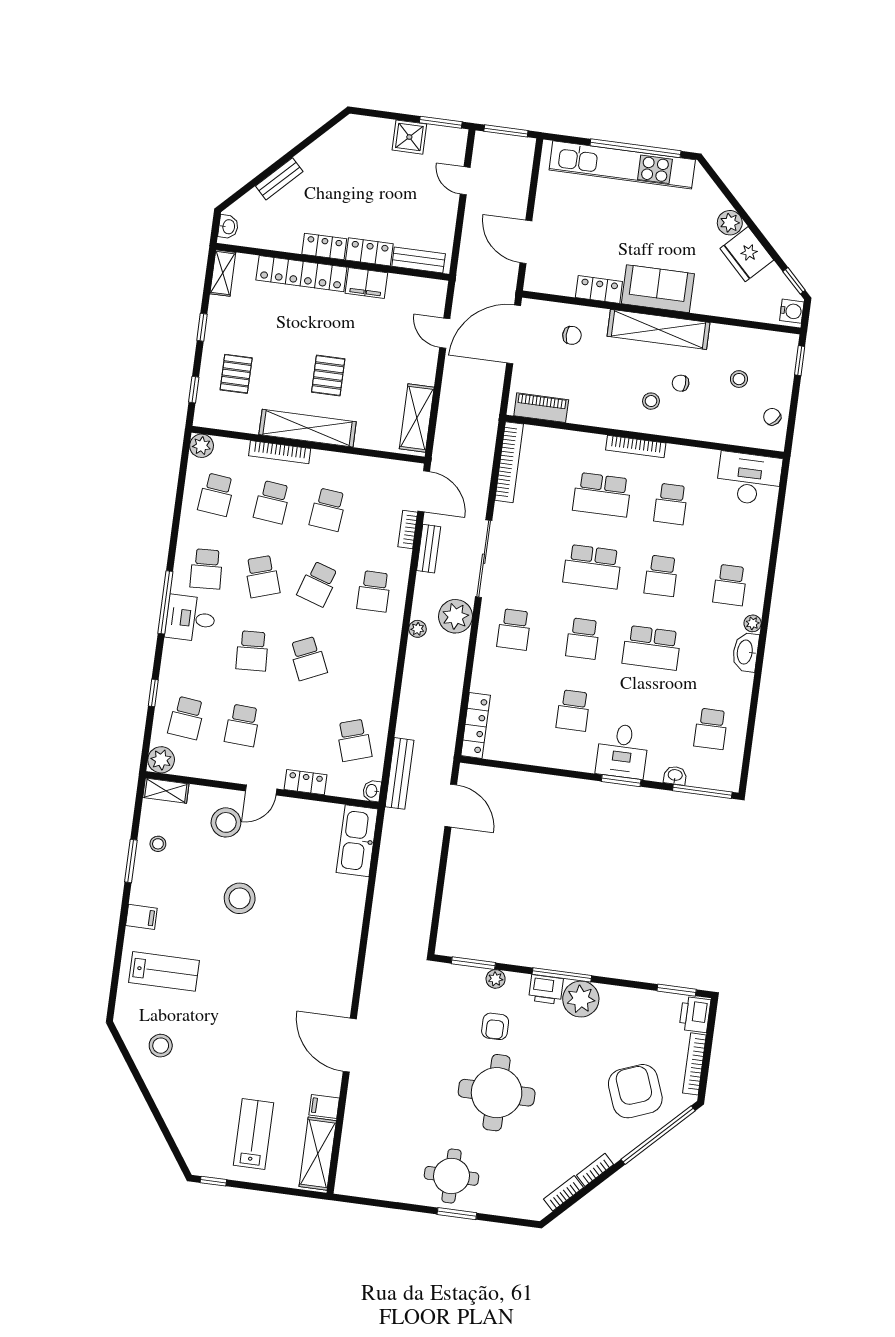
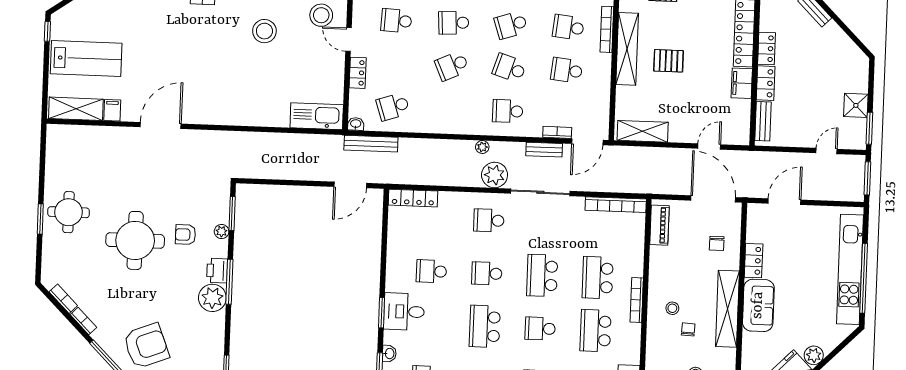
school desk: (671, 504) -> (596, 331), width x1.85
lab bench: (254, 1134) -> (86, 59), width x1.36, depth x1.39

